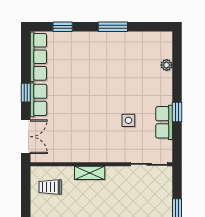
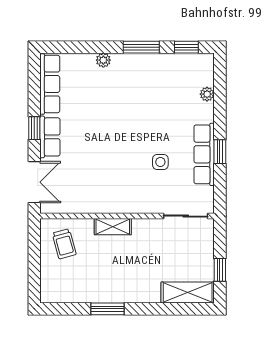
window: (63, 27) -> (186, 47), moved
plant: (82, 37) -> (103, 60), added
row of seats: (164, 122) -> (204, 154), width x1.48
trolley: (50, 187) -> (64, 244), turned -105

